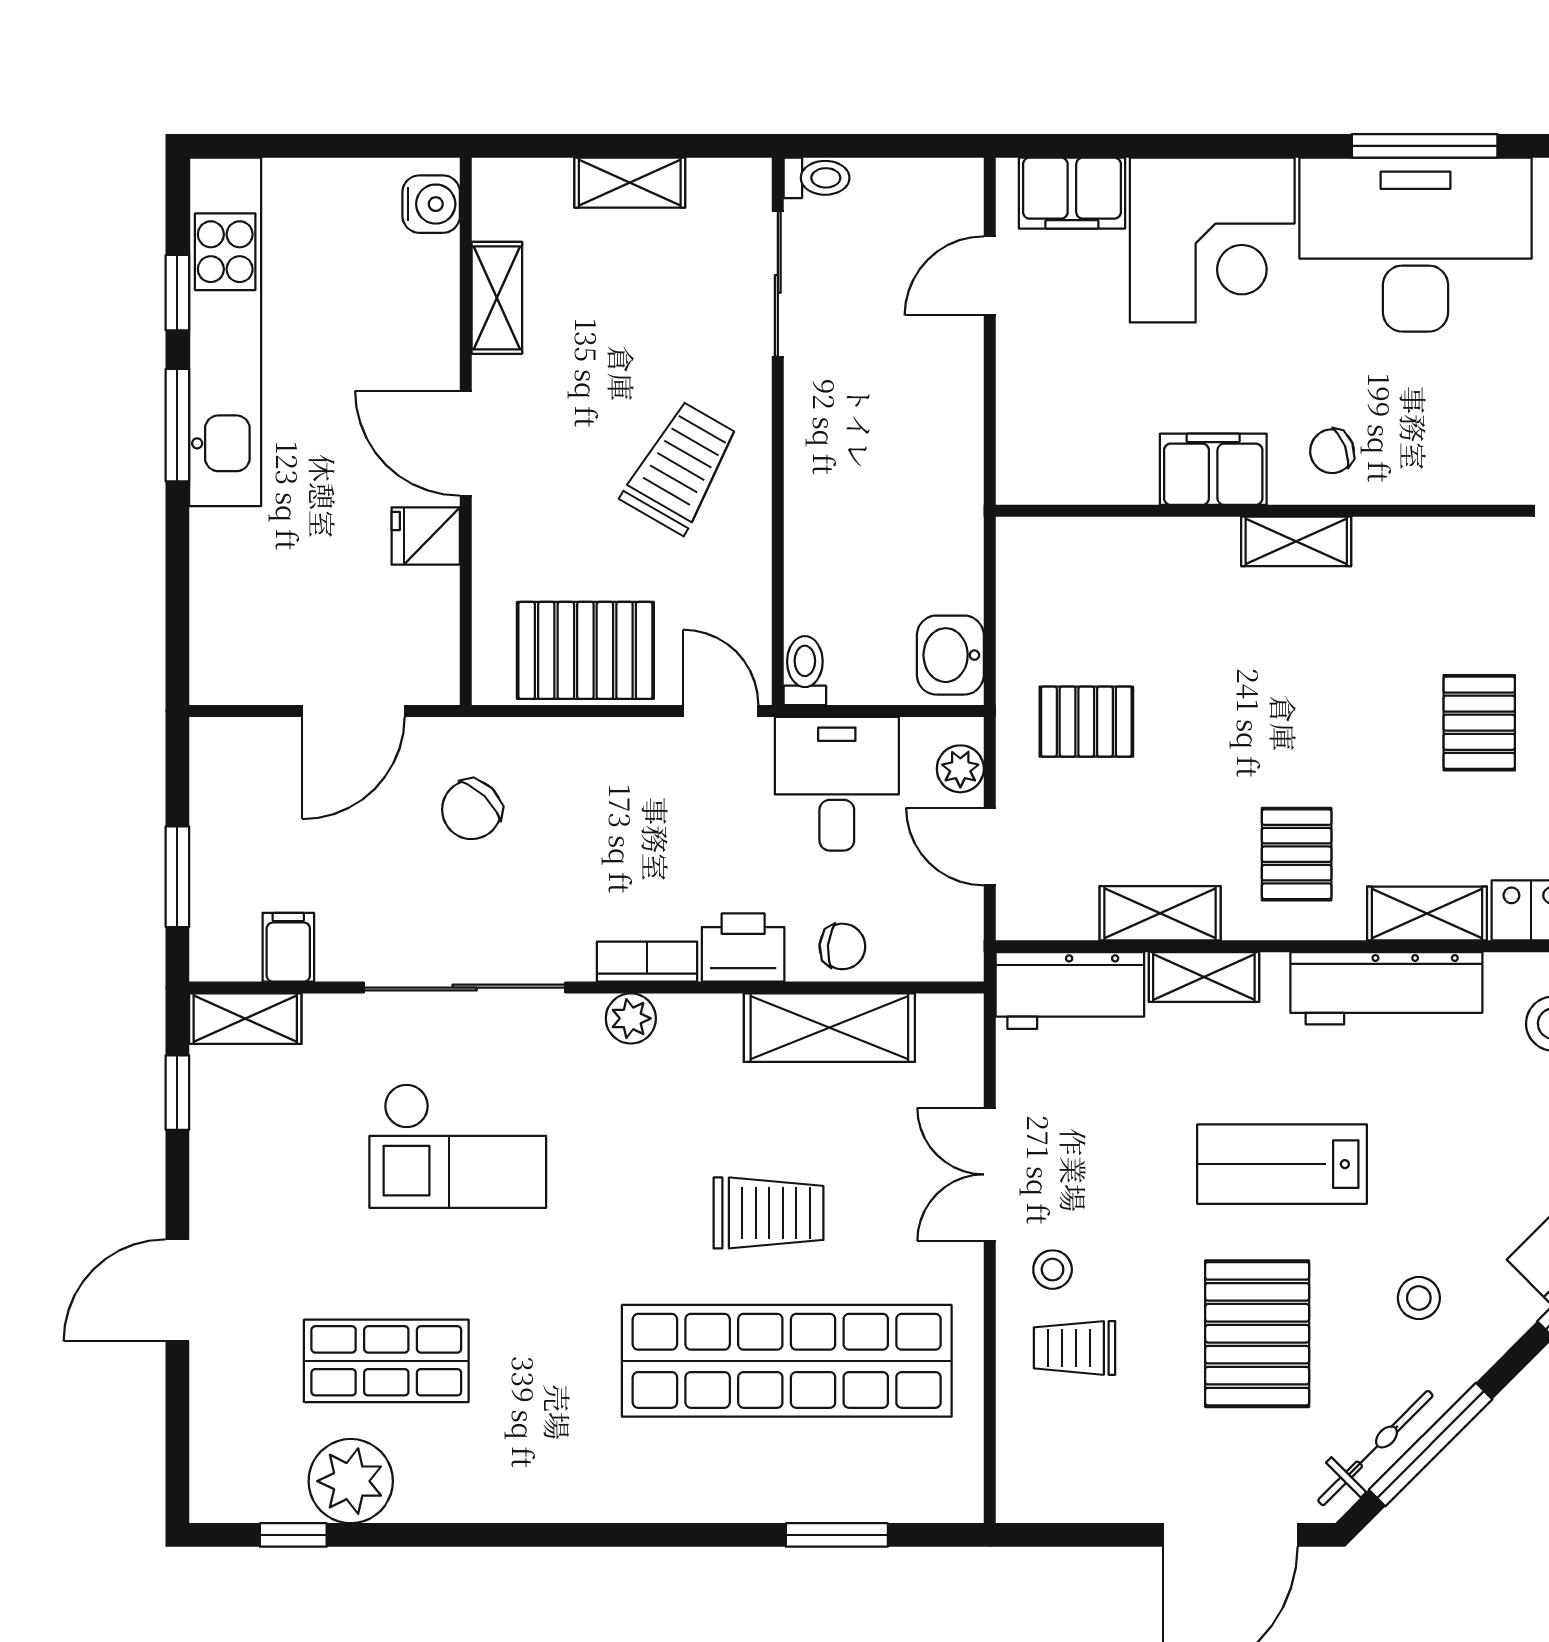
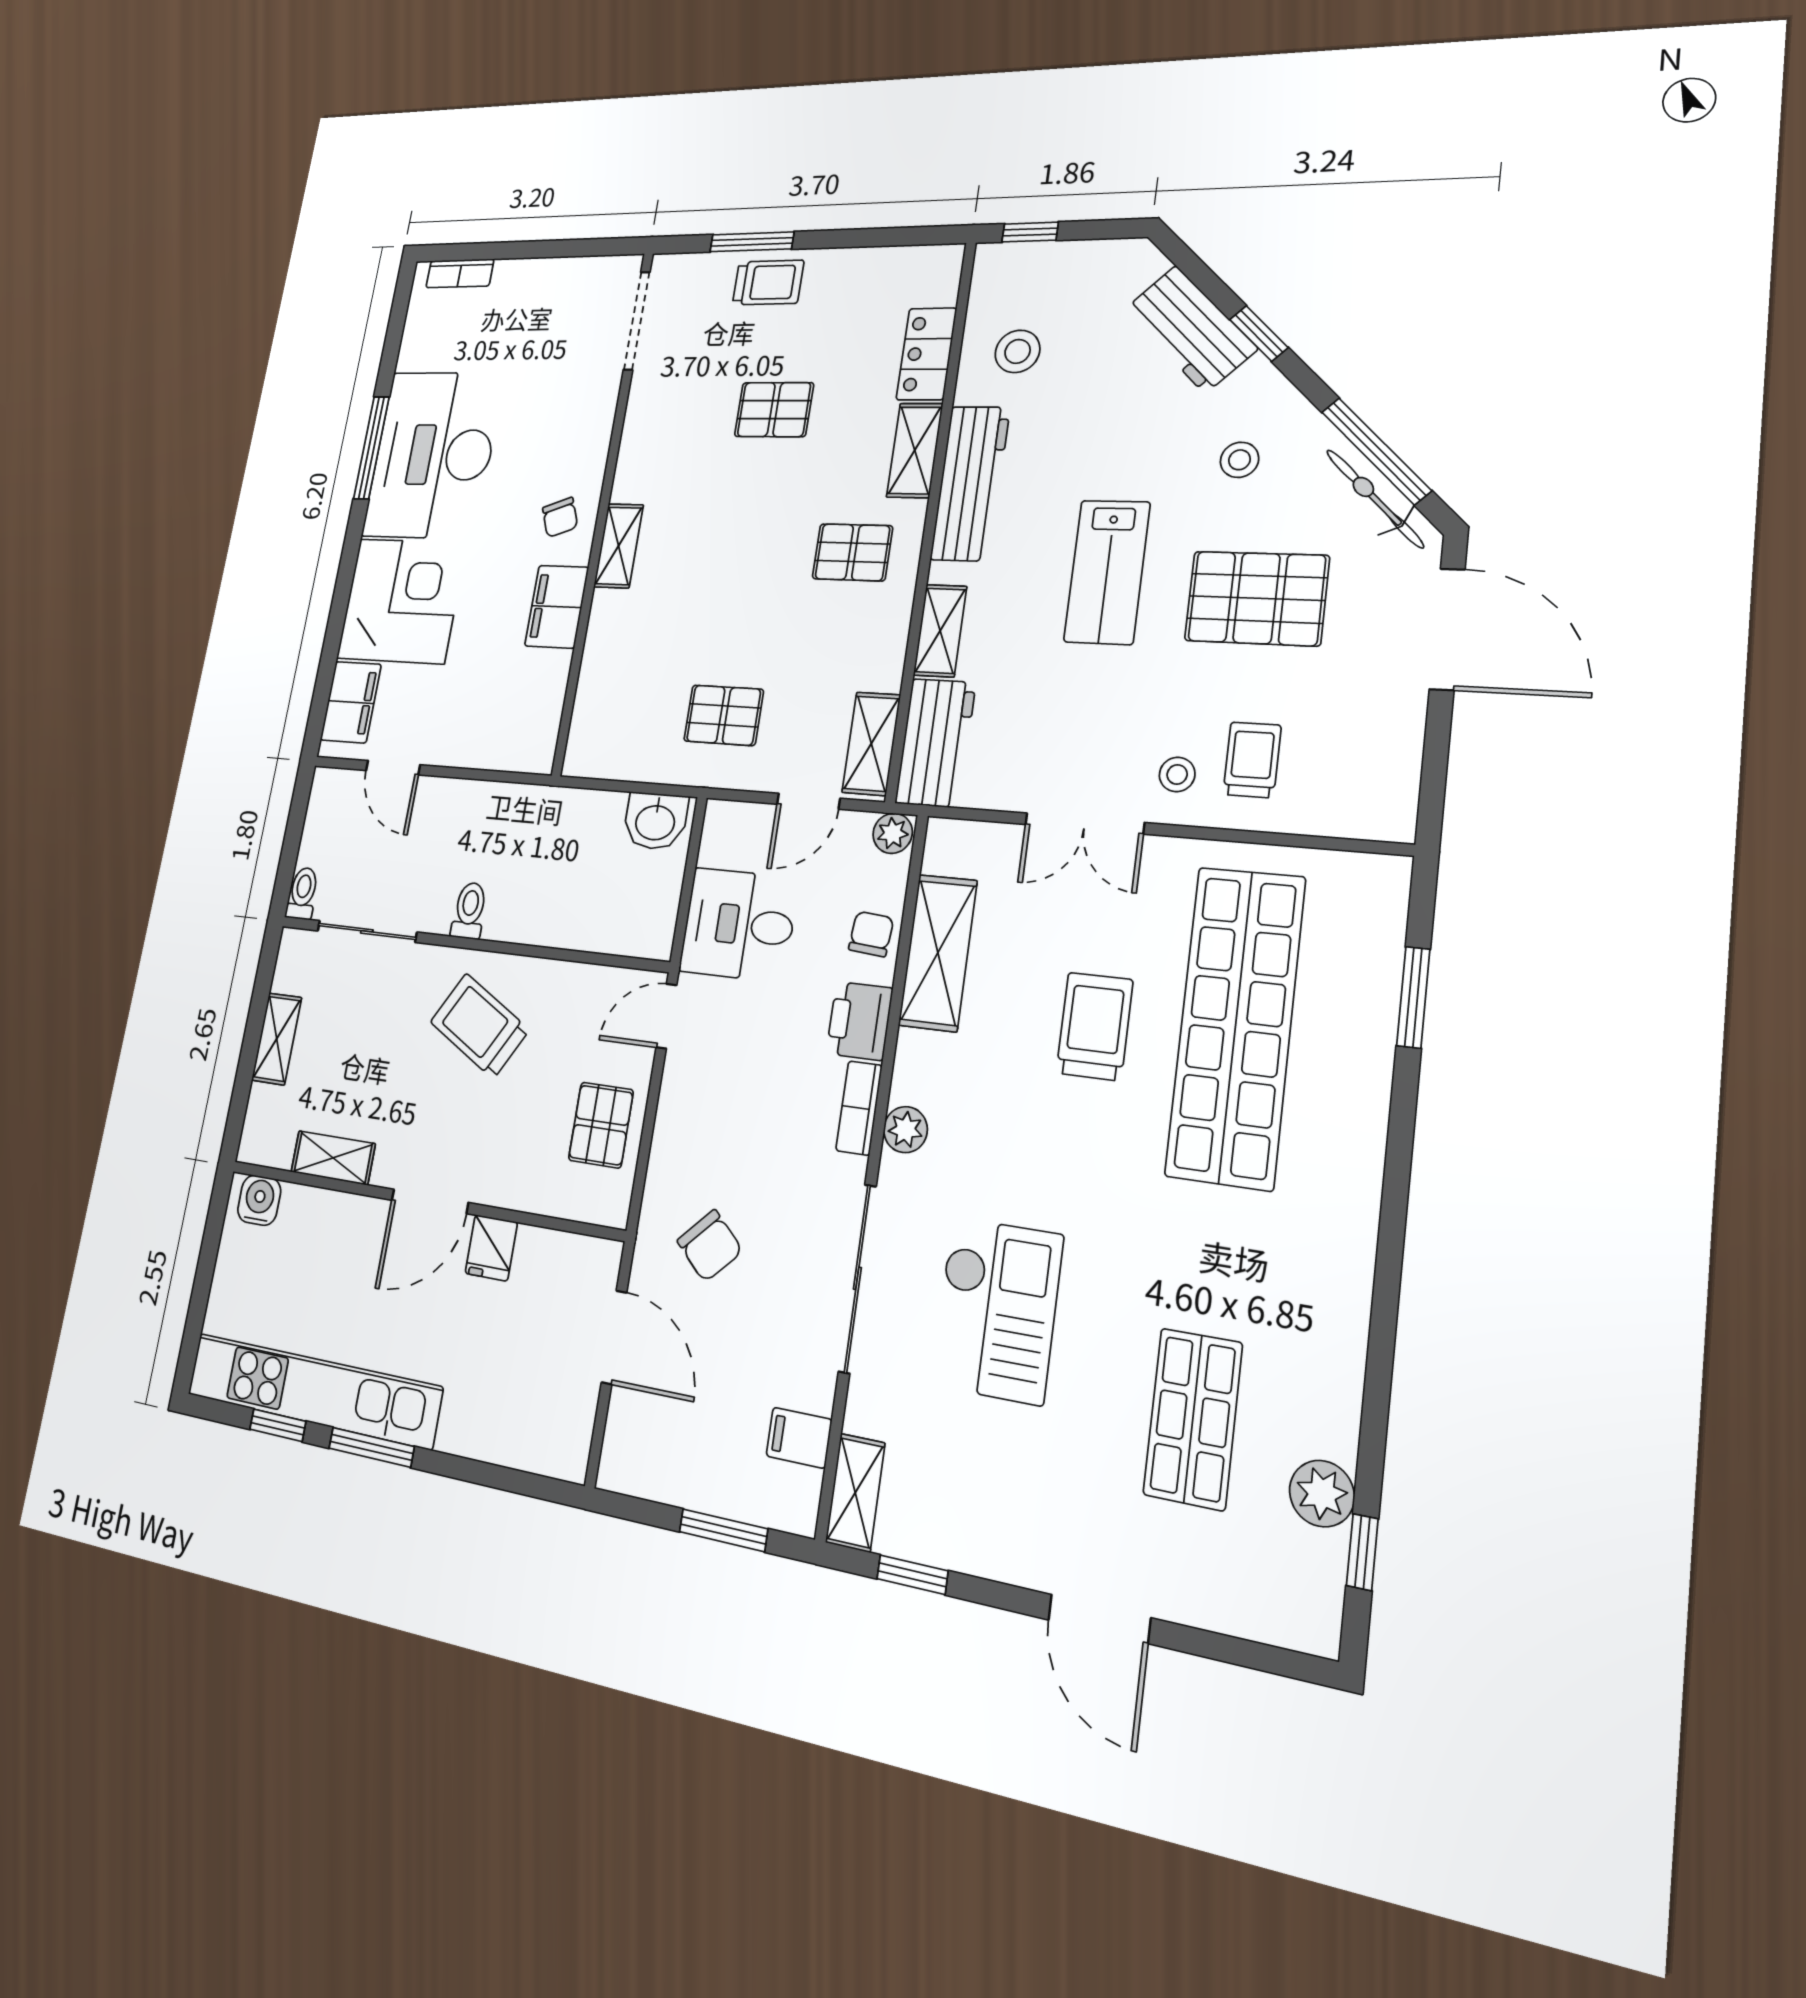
pallet: (585, 650) -> (601, 1125), width x0.67, depth x0.71
toilet: (805, 671) -> (469, 911), moved, turned 90
pallet: (1086, 722) -> (724, 715), turned 90
plant: (960, 769) -> (893, 833), moved
shelving: (1160, 913) -> (871, 744), moved
trolley: (1074, 1348) -> (1252, 760), turned 180
plant: (351, 1481) -> (1322, 1494), width x0.73, depth x0.73

